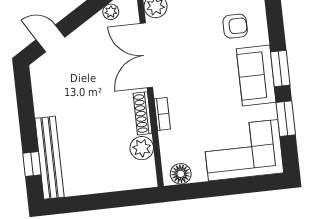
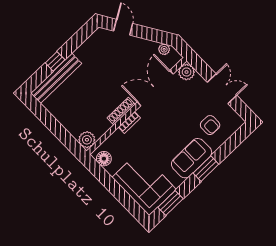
window: (286, 119) -> (170, 203), moved
plant: (142, 148) -> (87, 140), moved
window: (32, 164) -> (55, 61), moved

